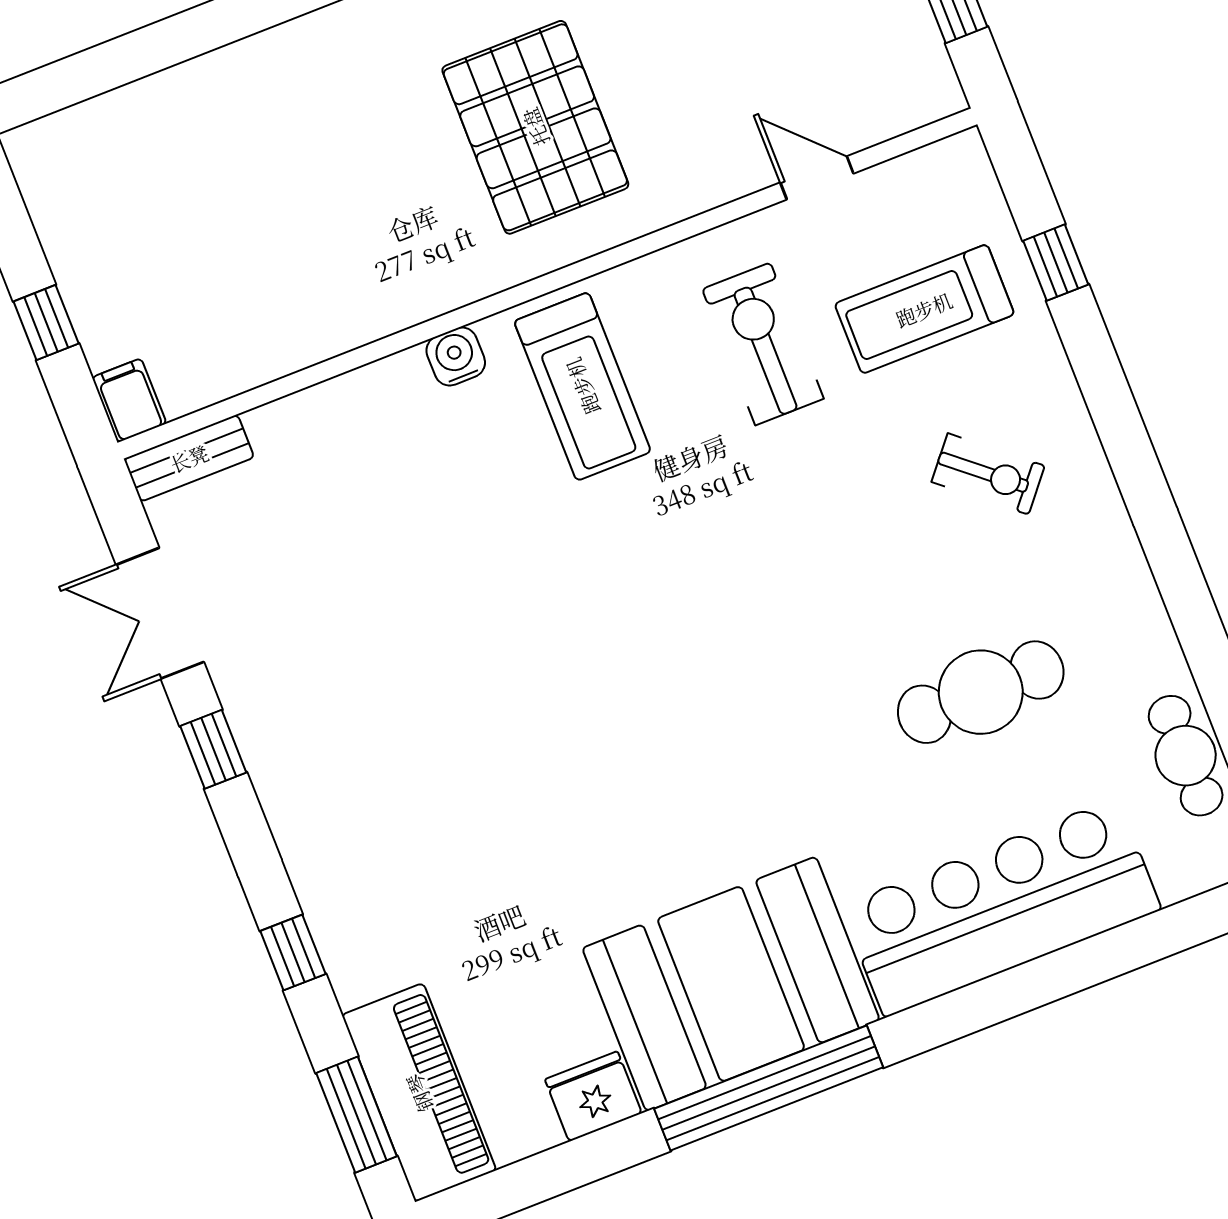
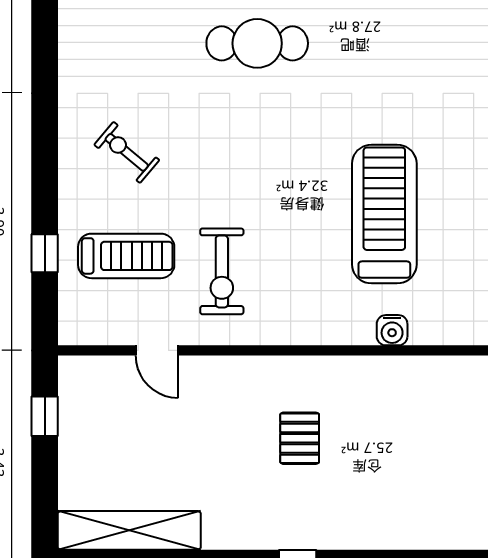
pallet: (535, 127) -> (300, 438), width x0.49, depth x0.50
treadmill: (582, 386) -> (384, 214), moved, width x1.37, depth x1.38
cafe table: (981, 692) -> (257, 43), moved

